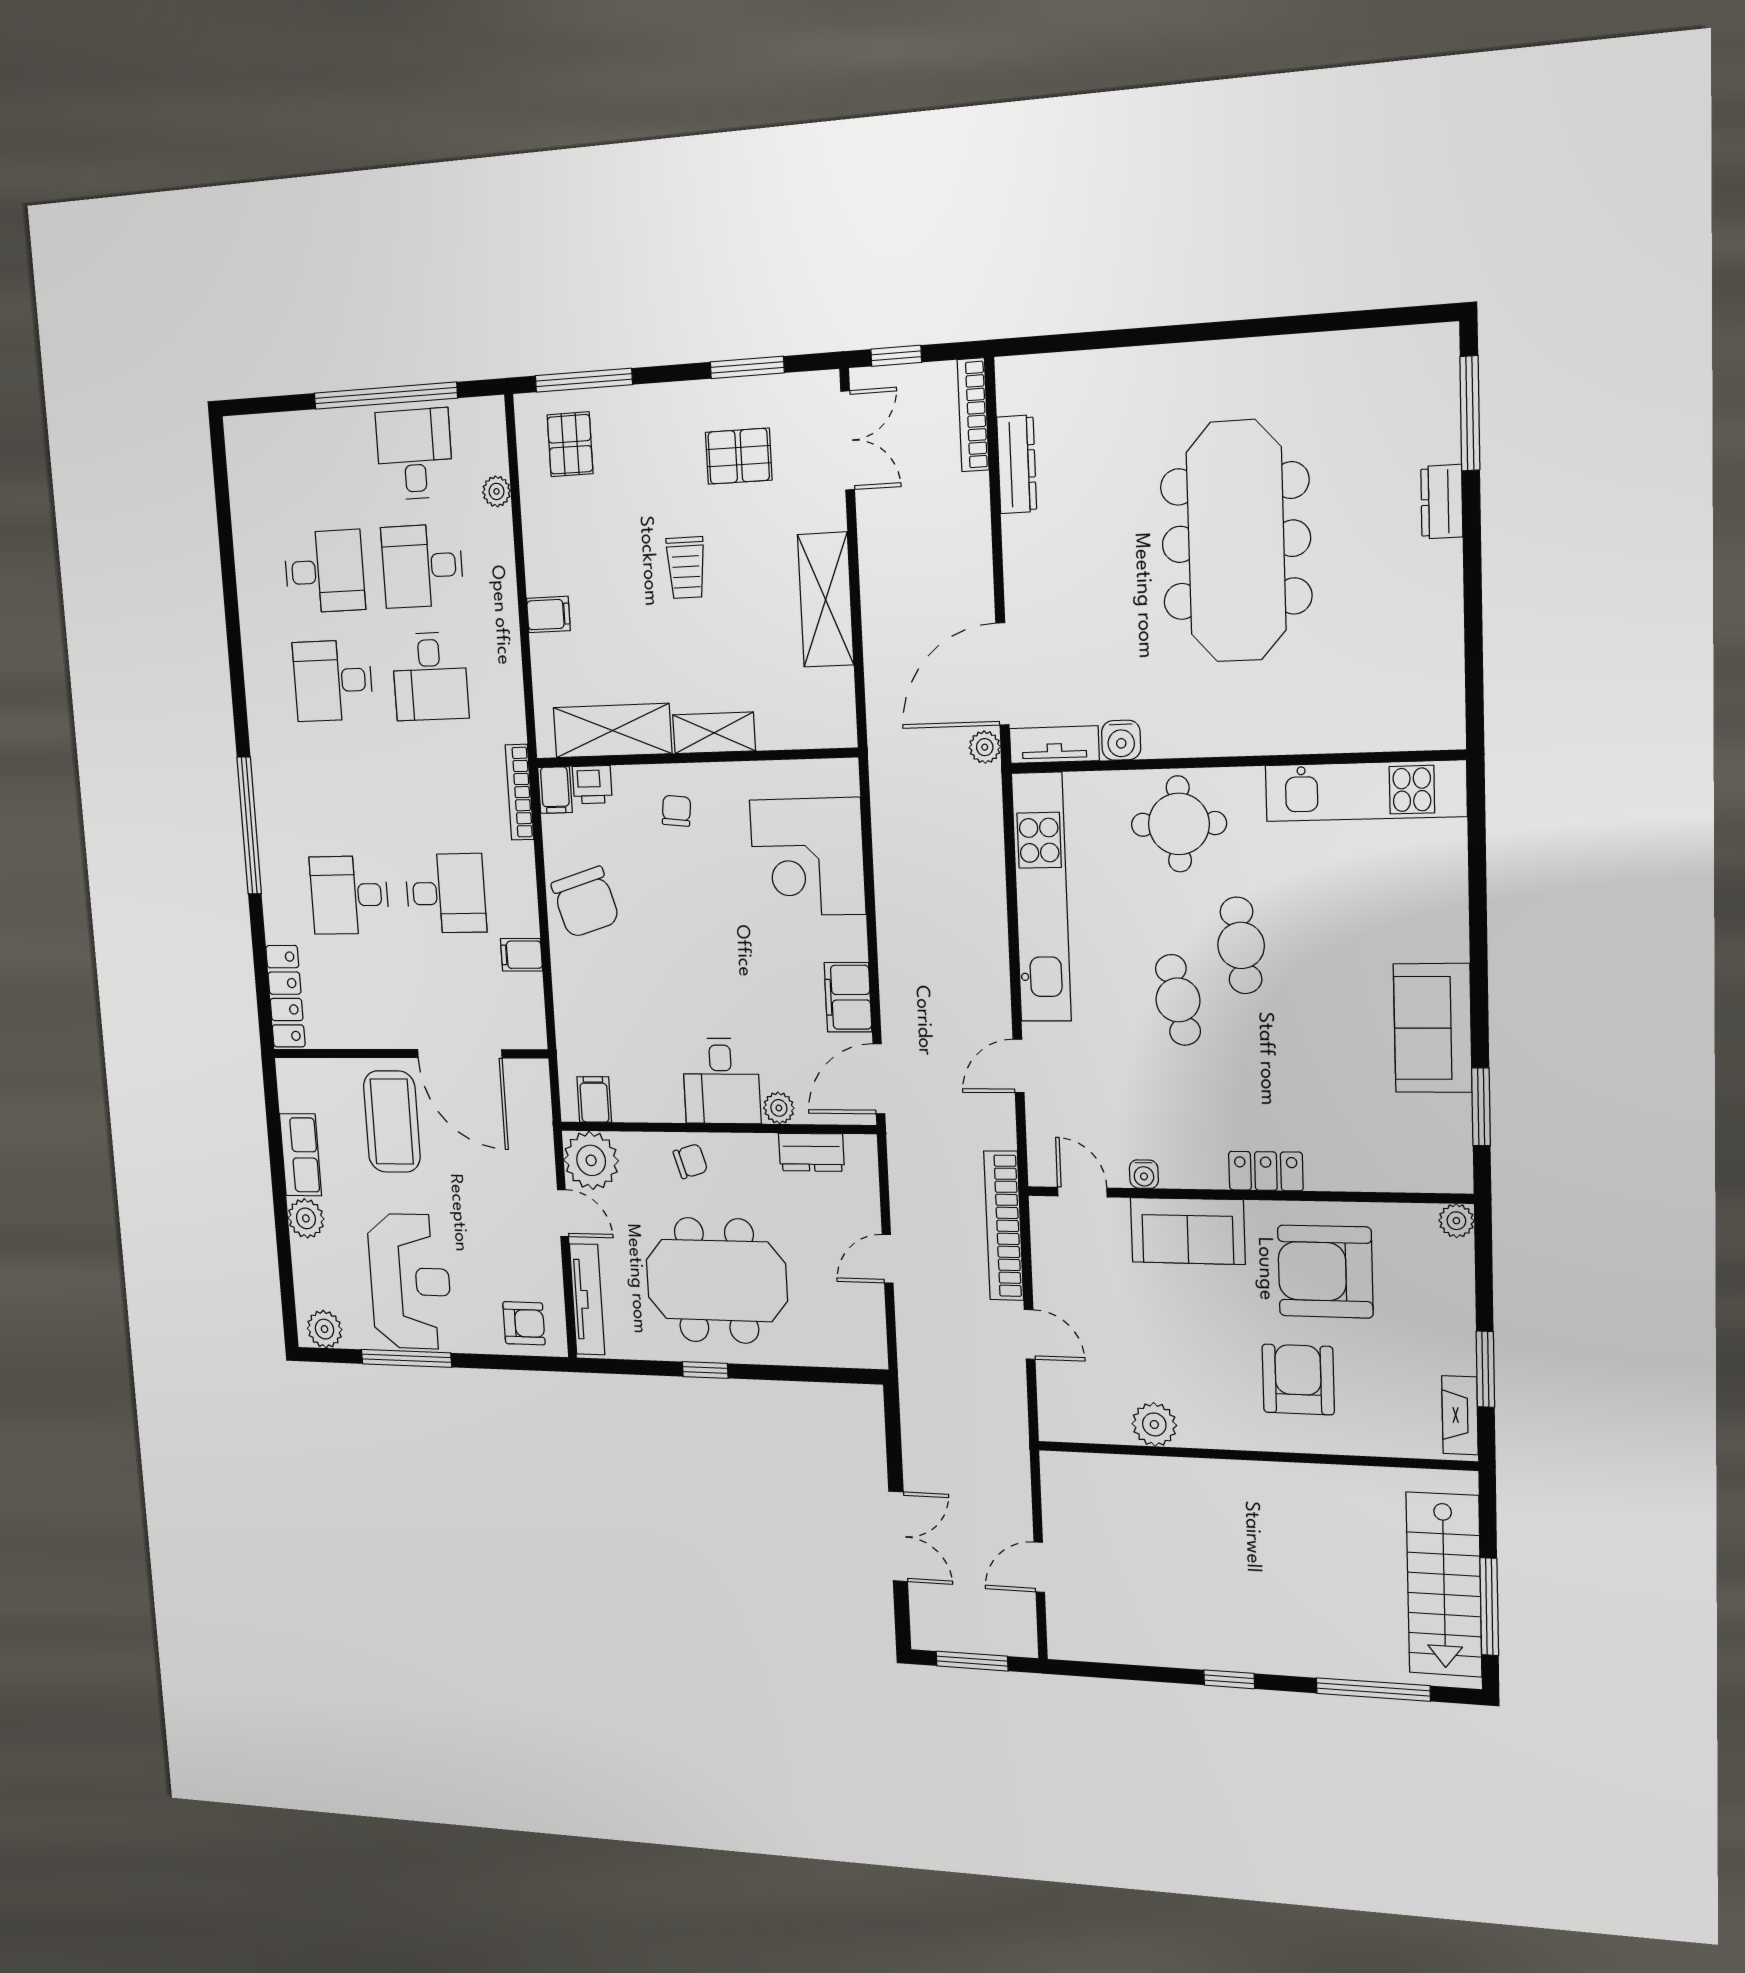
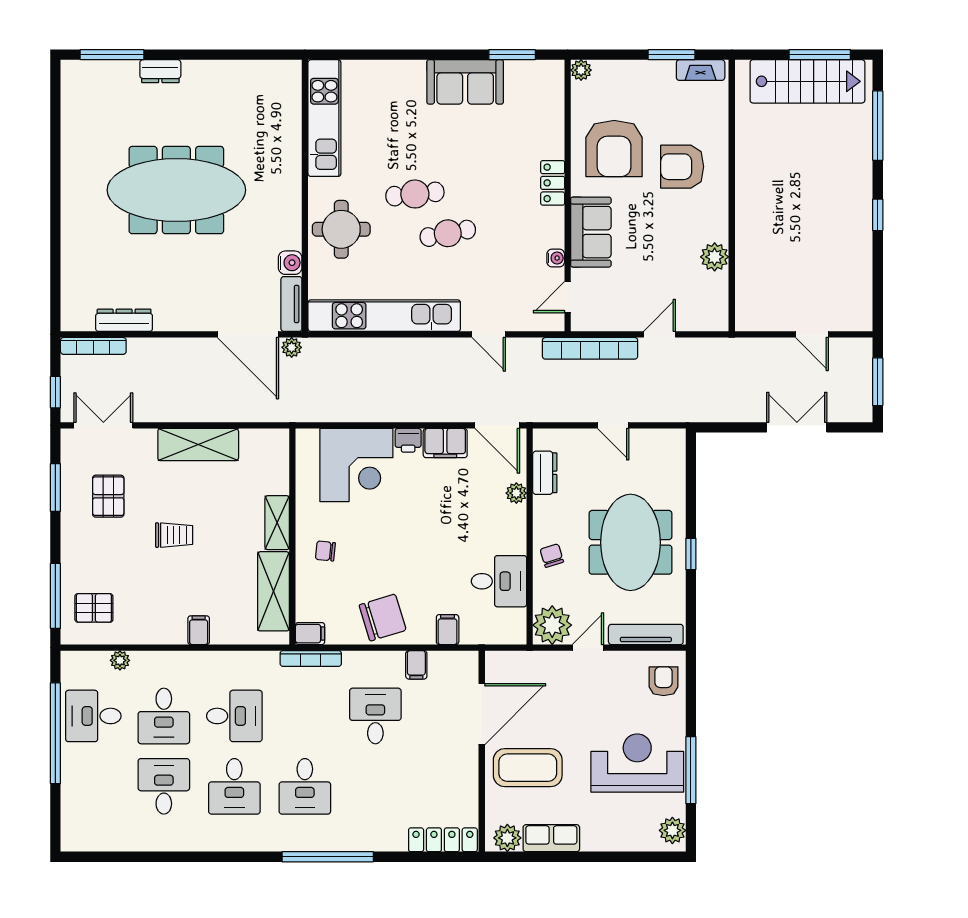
printer: (592, 785) -> (408, 440), moved, turned 90
desk: (349, 895) -> (305, 786), moved
desk: (721, 1081) -> (499, 581), moved
filing cabinet: (594, 1099) -> (448, 630), moved, turned 90
plant: (306, 1218) -> (507, 838), moved

